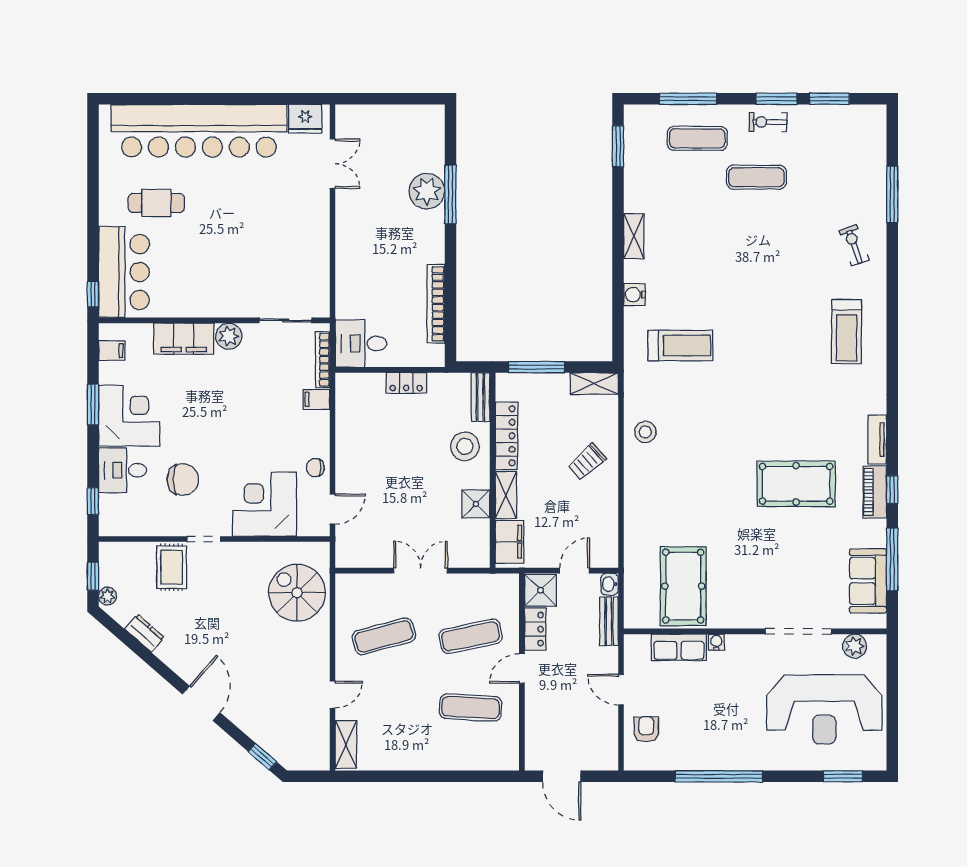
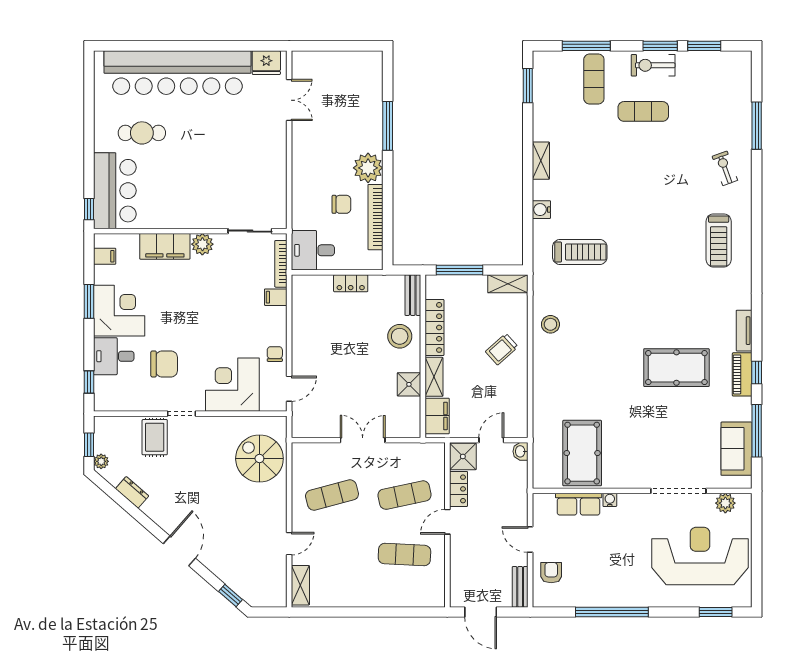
exercise bike: (768, 122) -> (653, 65), width x1.38, depth x1.39
exercise mat: (697, 138) -> (594, 79), turned 90
plant: (427, 191) -> (368, 168), moved
chair: (395, 288) -> (341, 204), added
chair: (315, 468) -> (275, 354), turned 90
bench: (609, 621) -> (520, 587), moved
reception desk: (824, 709) -> (700, 556), turned 180

